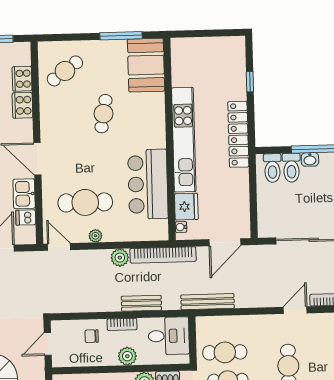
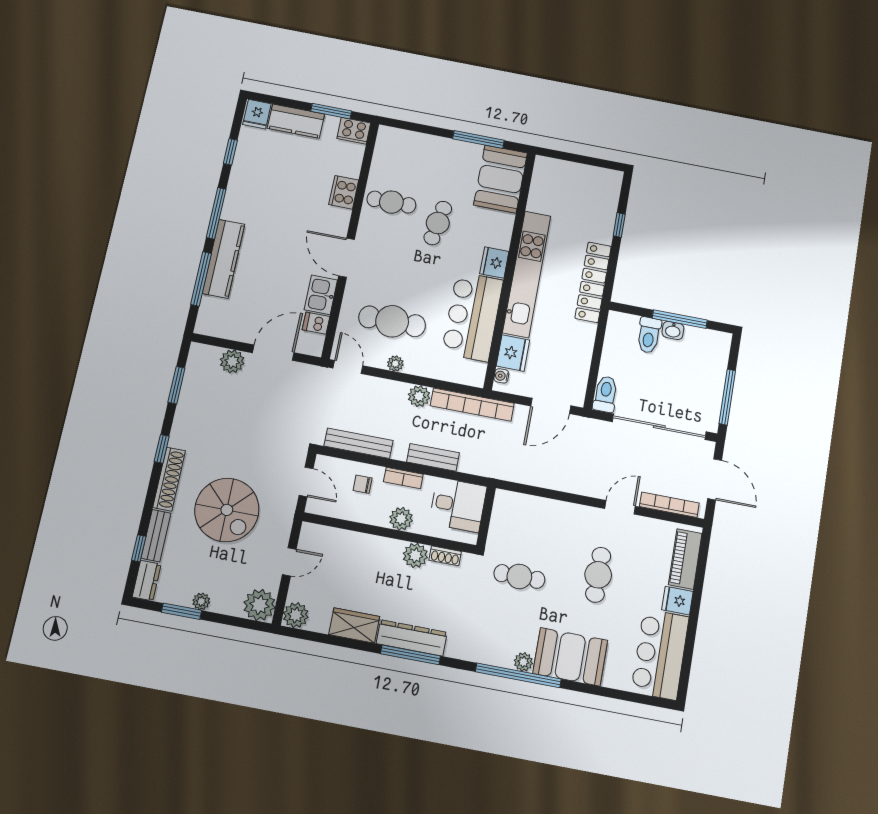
cafe table: (65, 71) -> (391, 202), moved, turned 36
cooker: (22, 79) -> (354, 131), moved, turned -90
fridge: (156, 136) -> (494, 263), added
toilet: (272, 168) -> (605, 394), moved, turned 180
bench: (208, 302) -> (359, 443), moved
door: (48, 344) -> (306, 482), swing flipped
cafe table: (225, 352) -> (523, 541), removed

